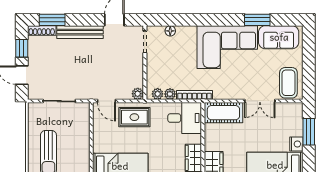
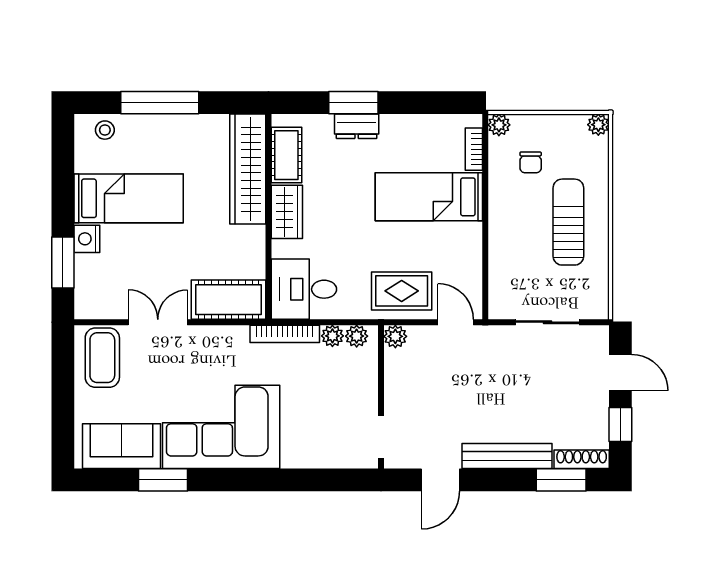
floor lamp: (170, 31) -> (332, 458), removed

